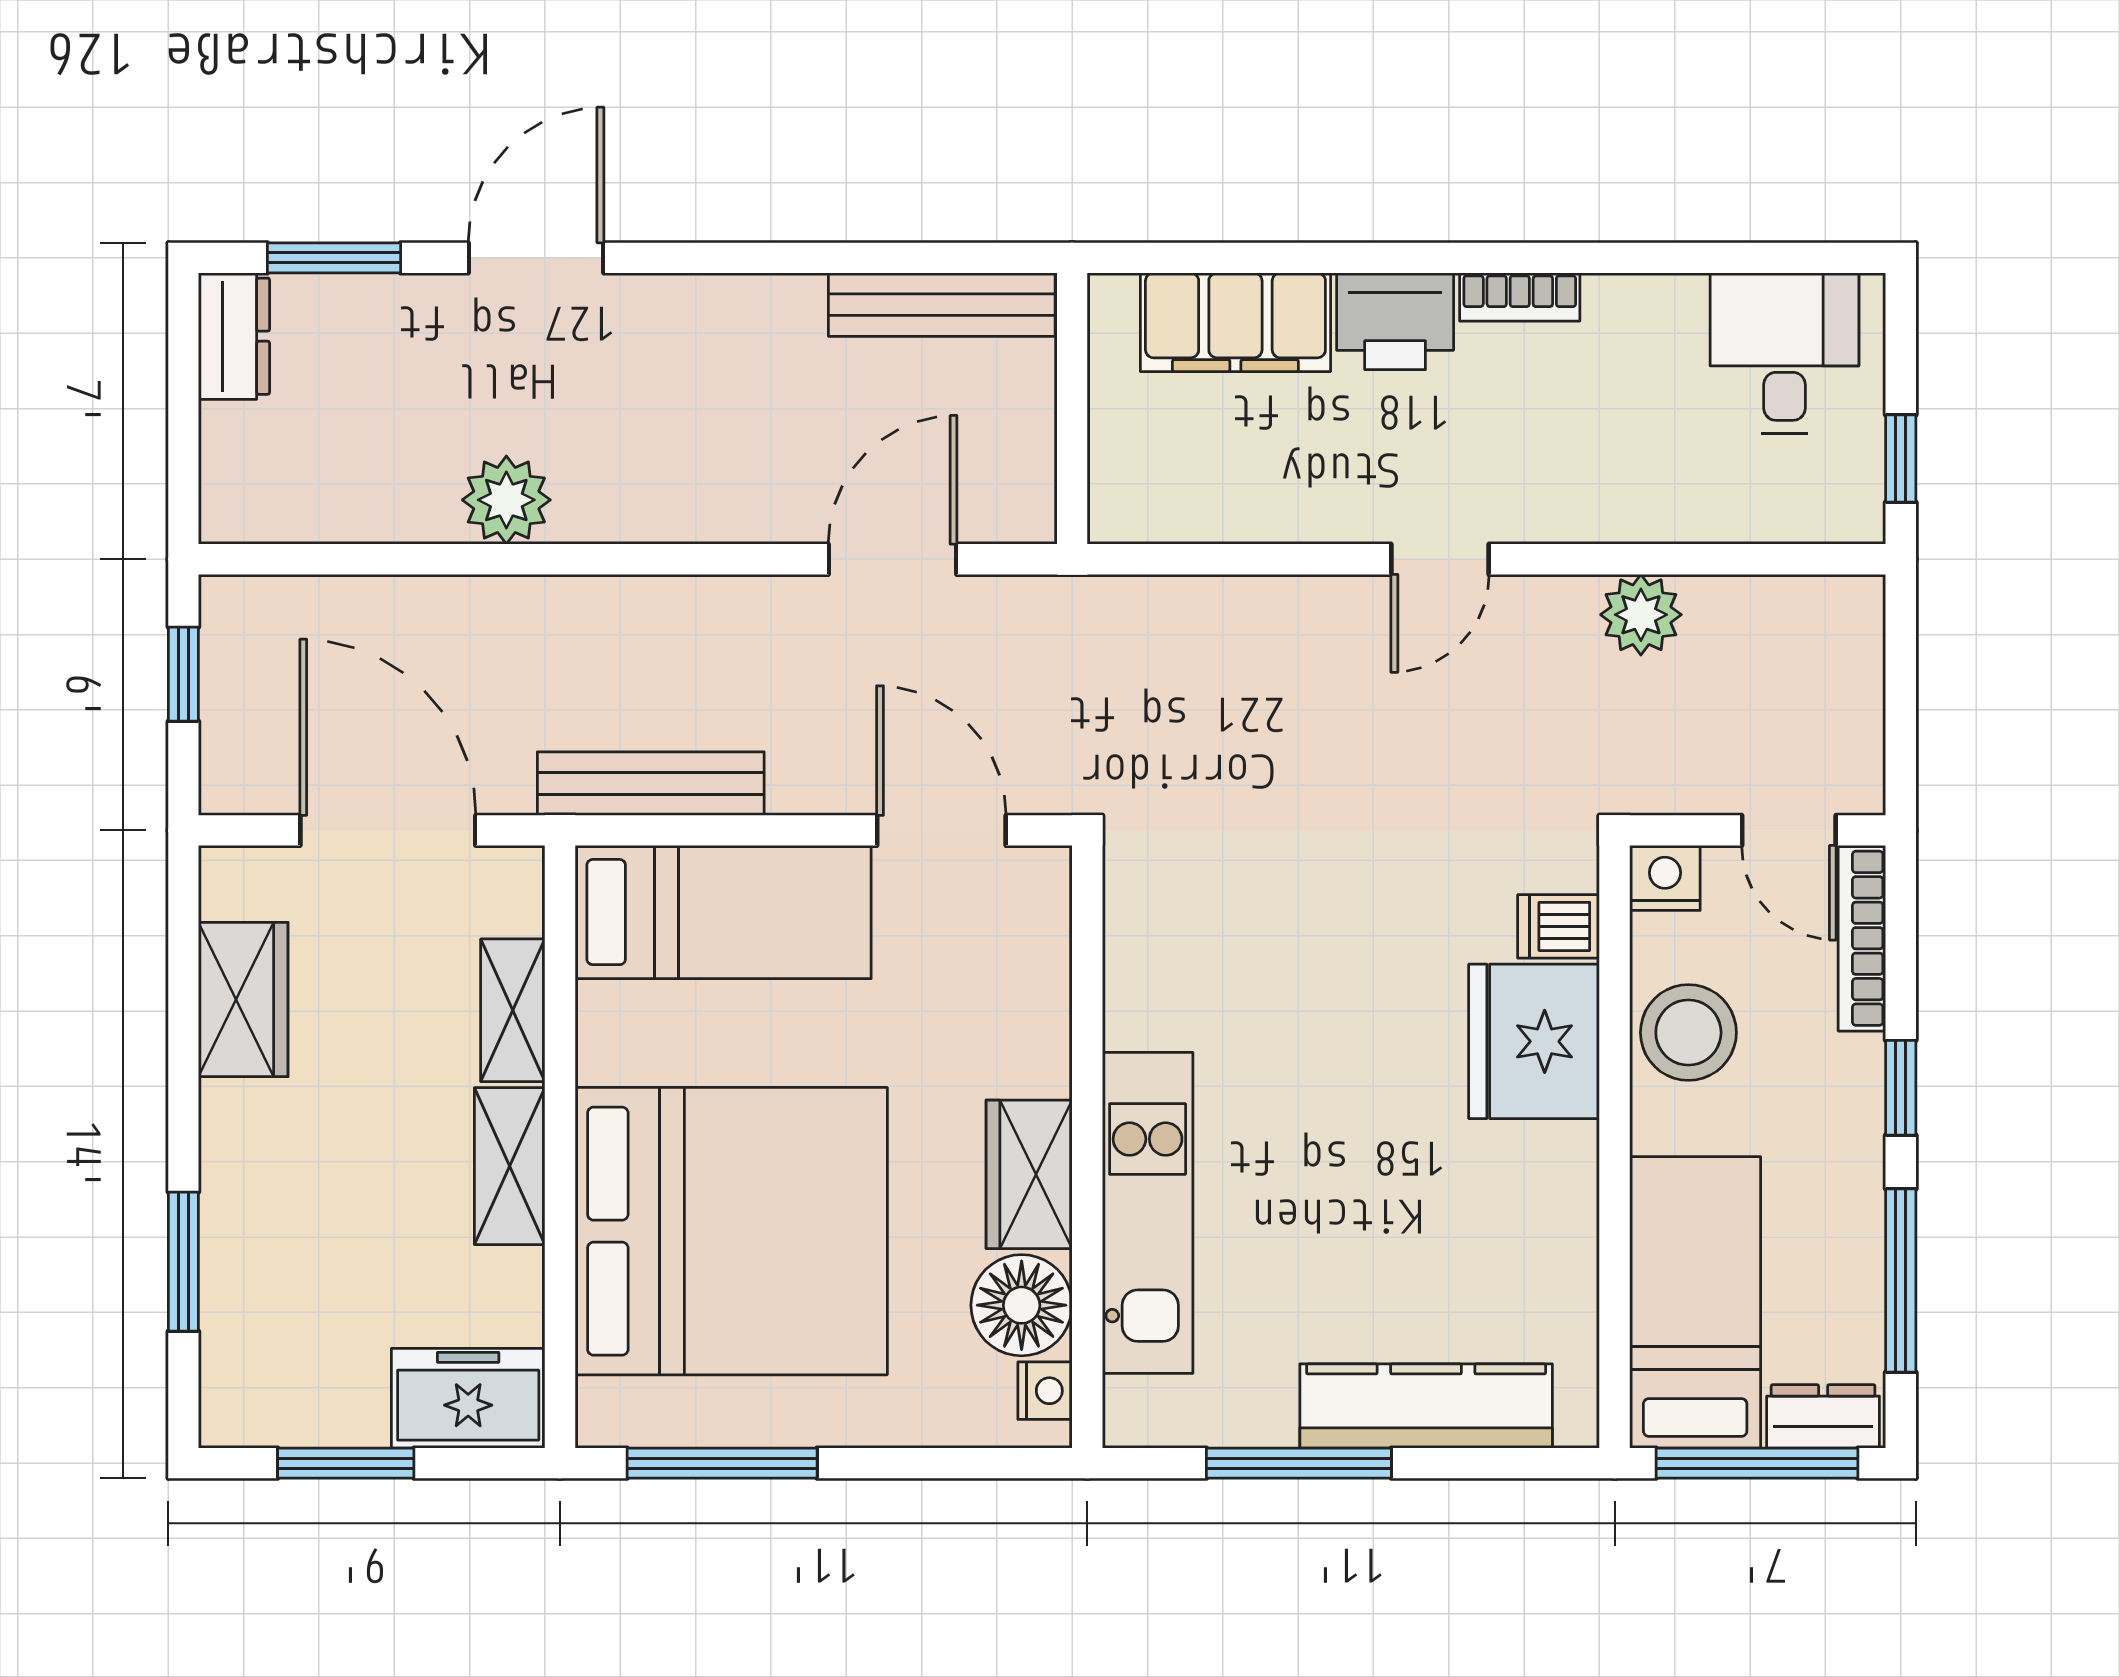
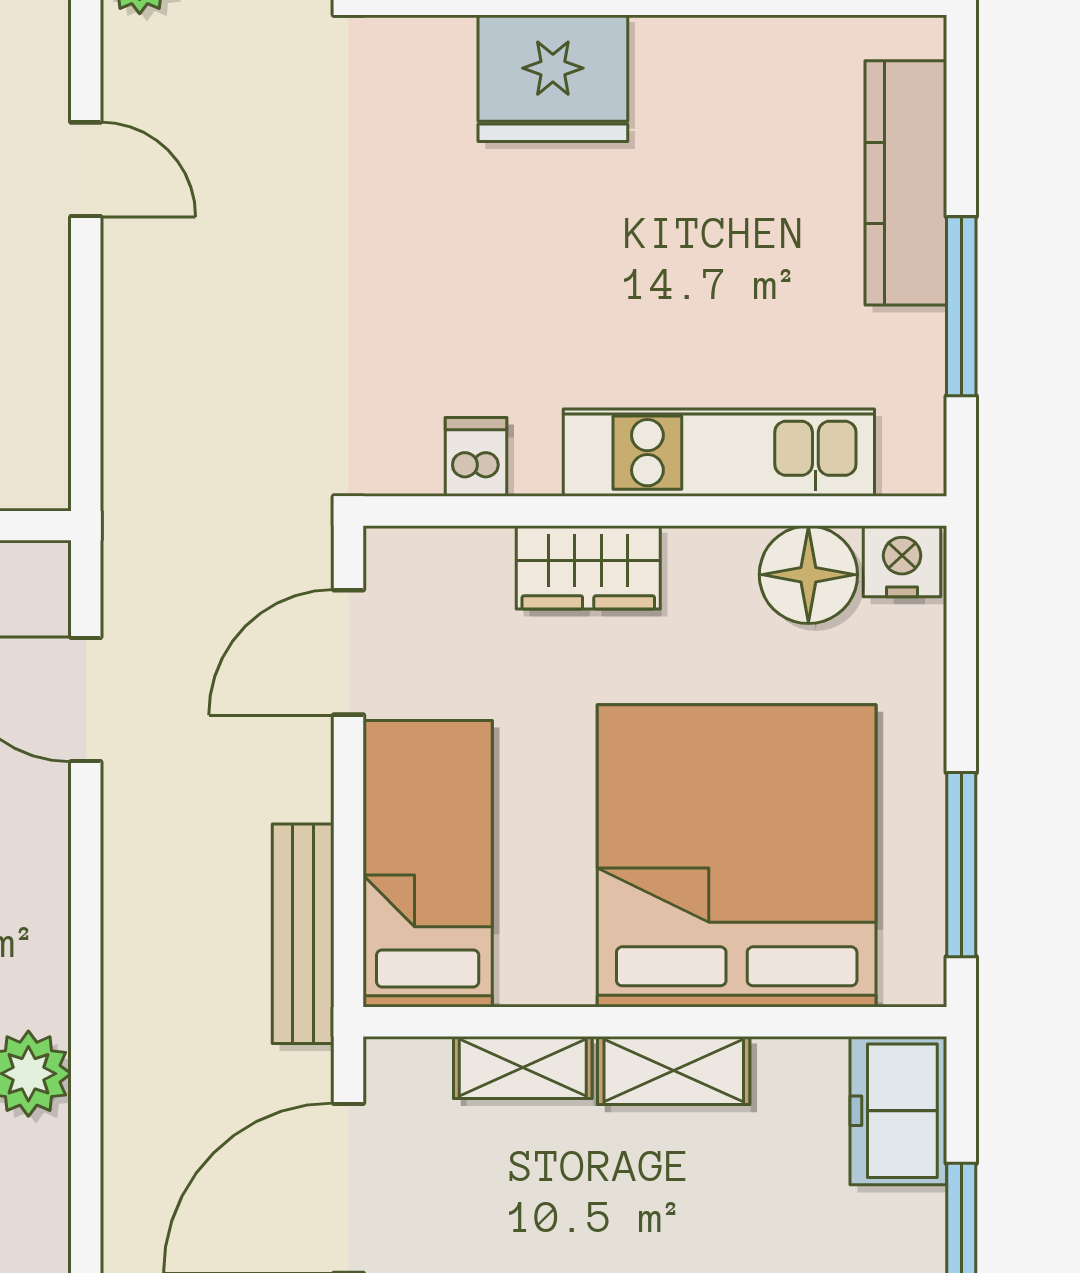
dishwasher: (1559, 926) -> (476, 457), moved, turned 180
wardrobe: (1029, 1174) -> (588, 567), moved
nightstand: (1045, 1391) -> (902, 561), width x1.39, depth x1.35

